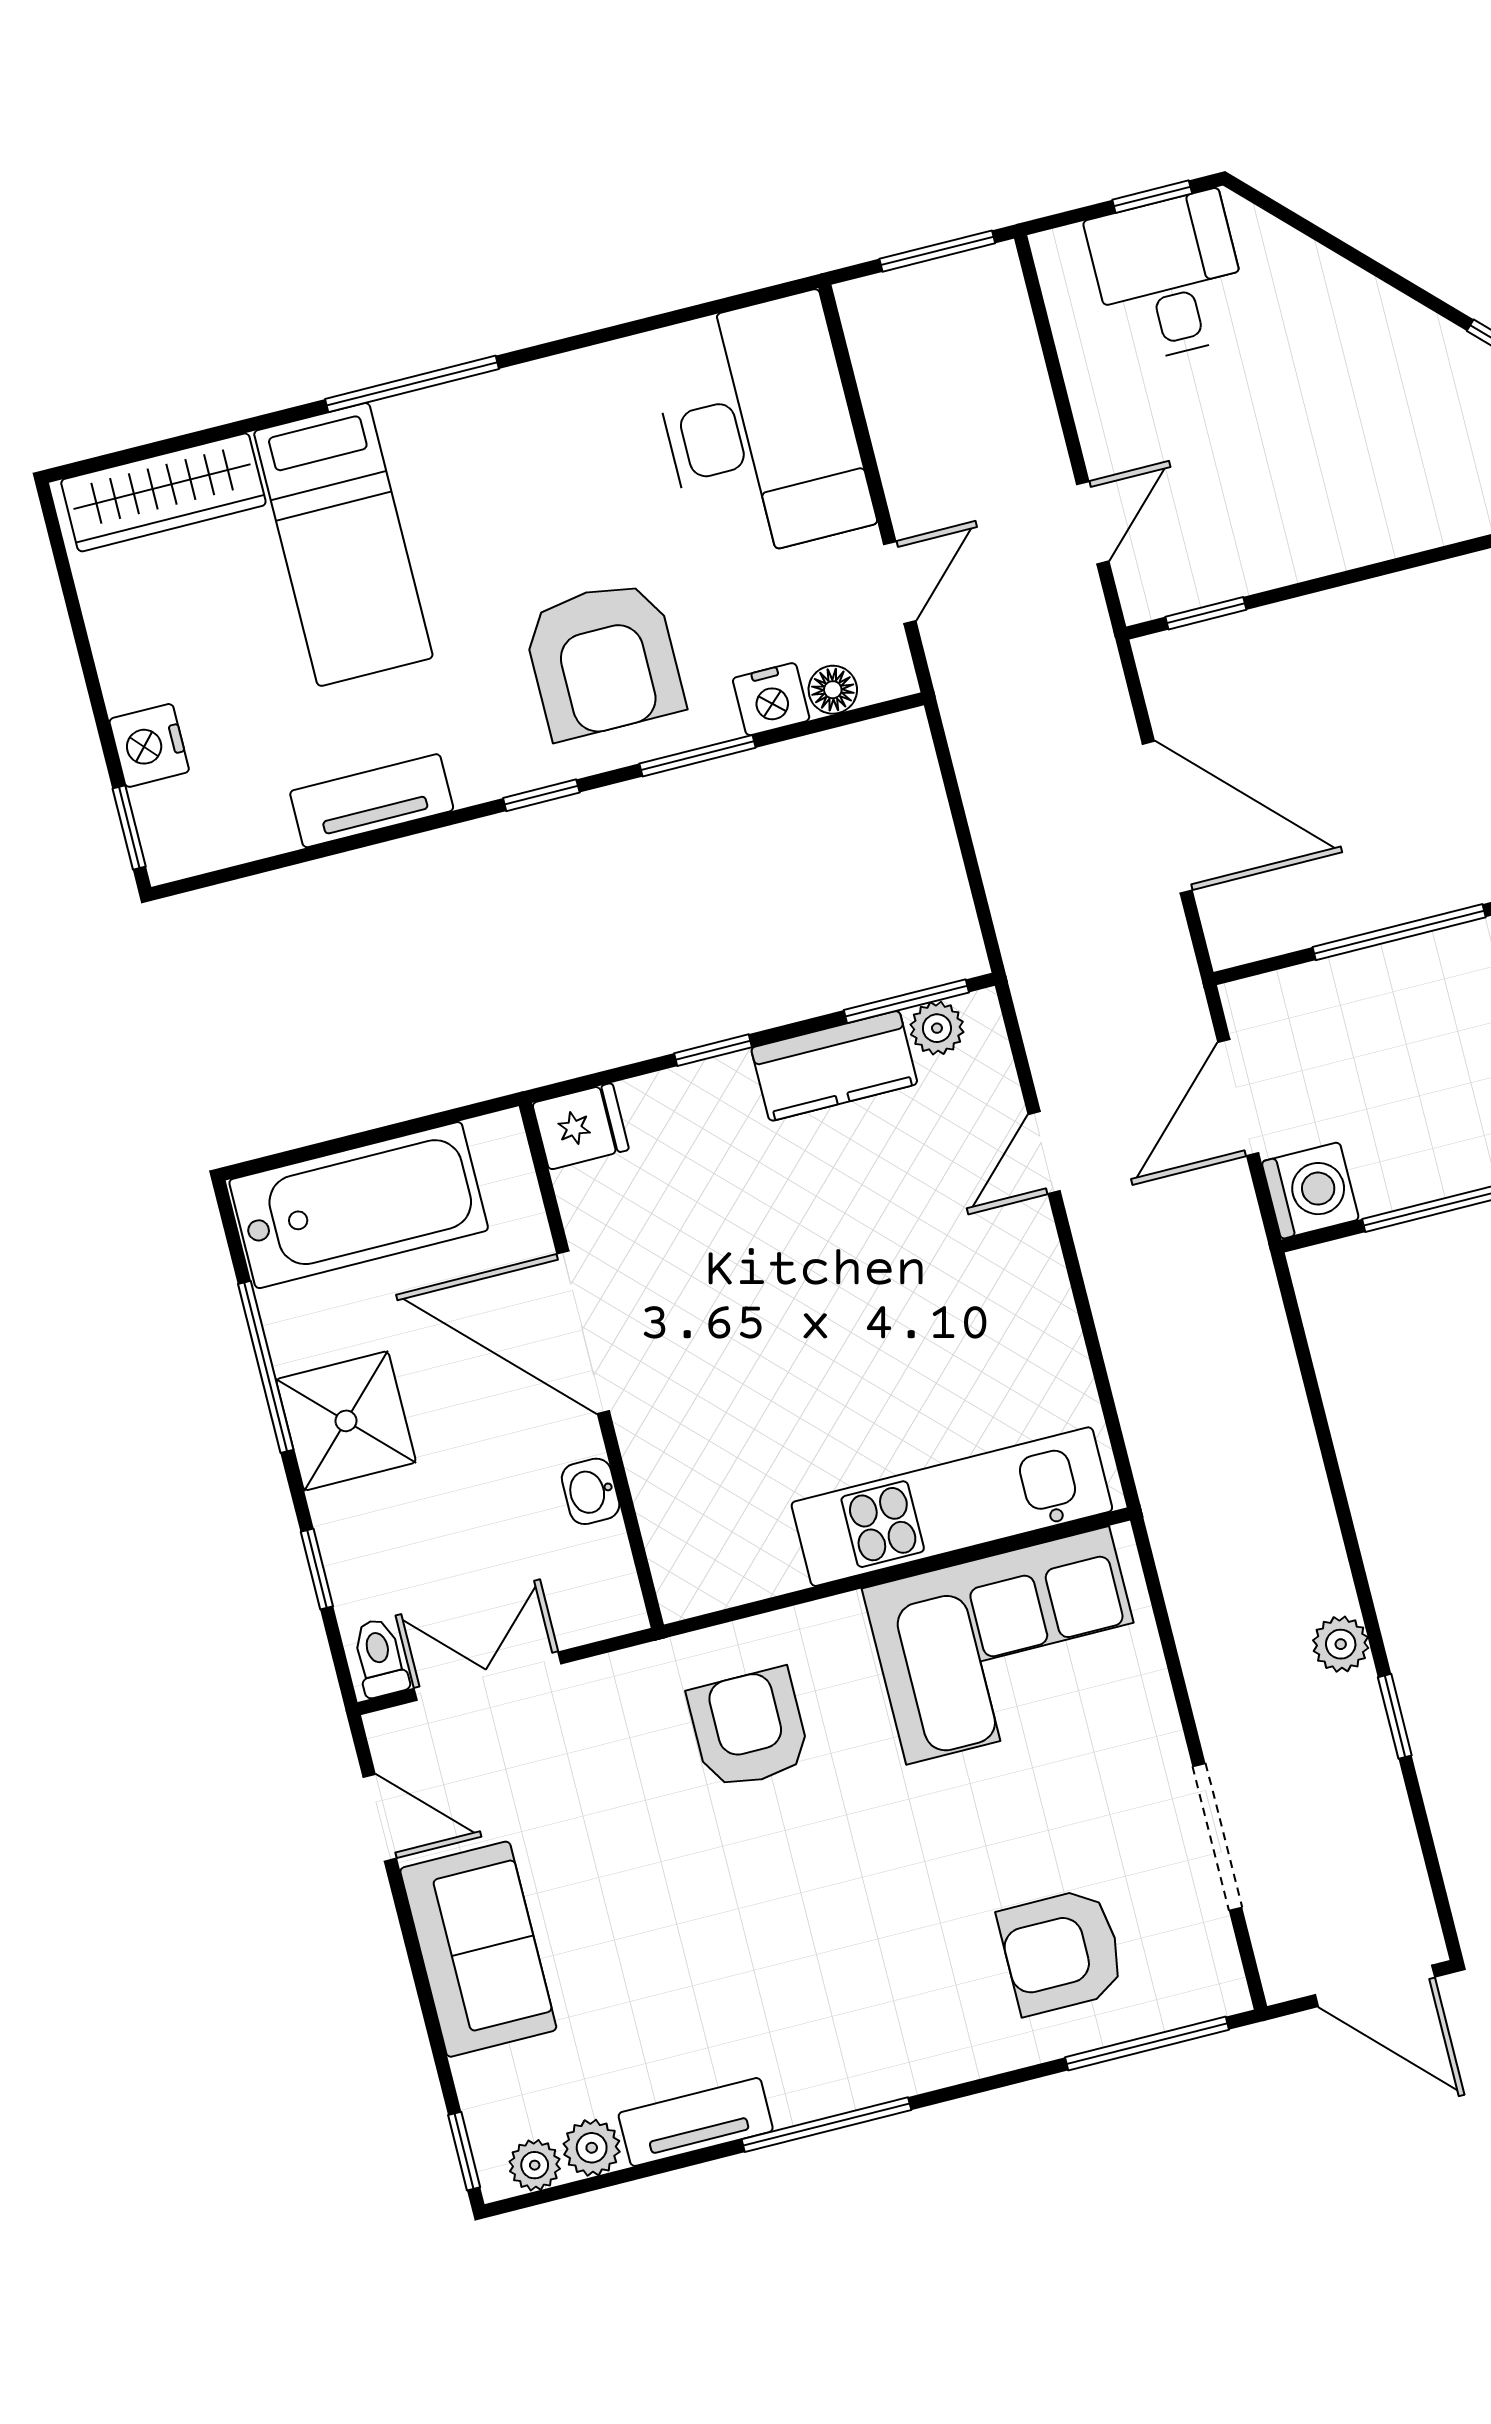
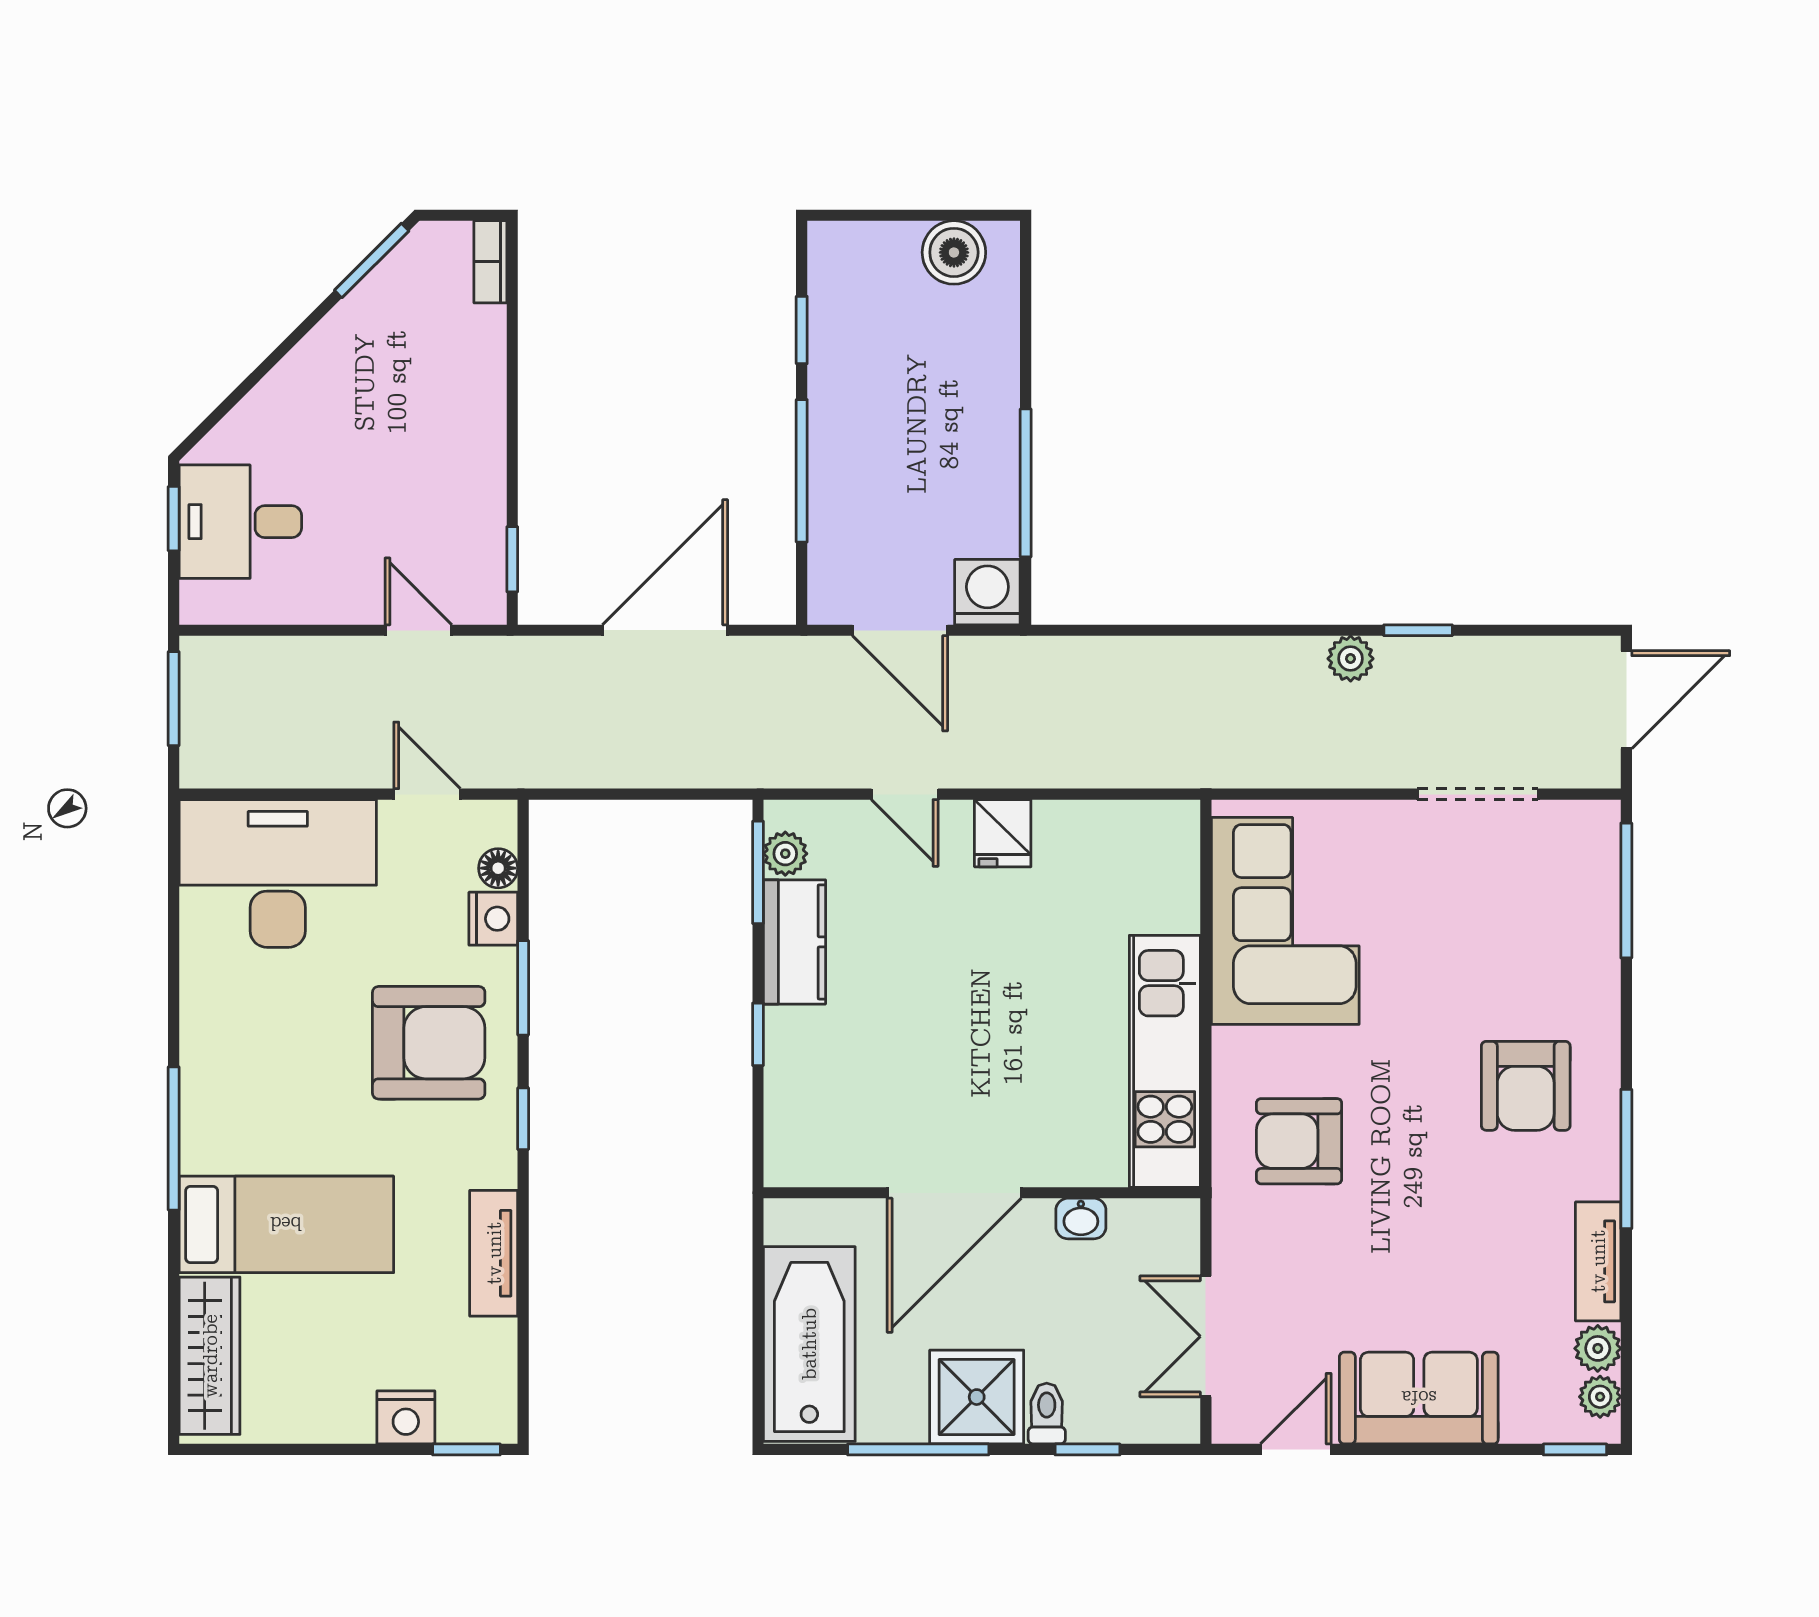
fridge: (581, 1126) -> (1003, 833), moved, turned 180
kitchen unit: (952, 1507) -> (1165, 1061), moved
toilet: (380, 1658) -> (1047, 1414), moved, turned 90
armchair: (1062, 1951) -> (1526, 1086), moved

